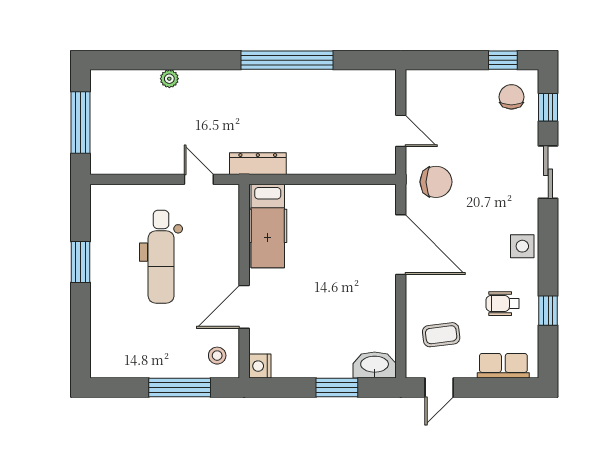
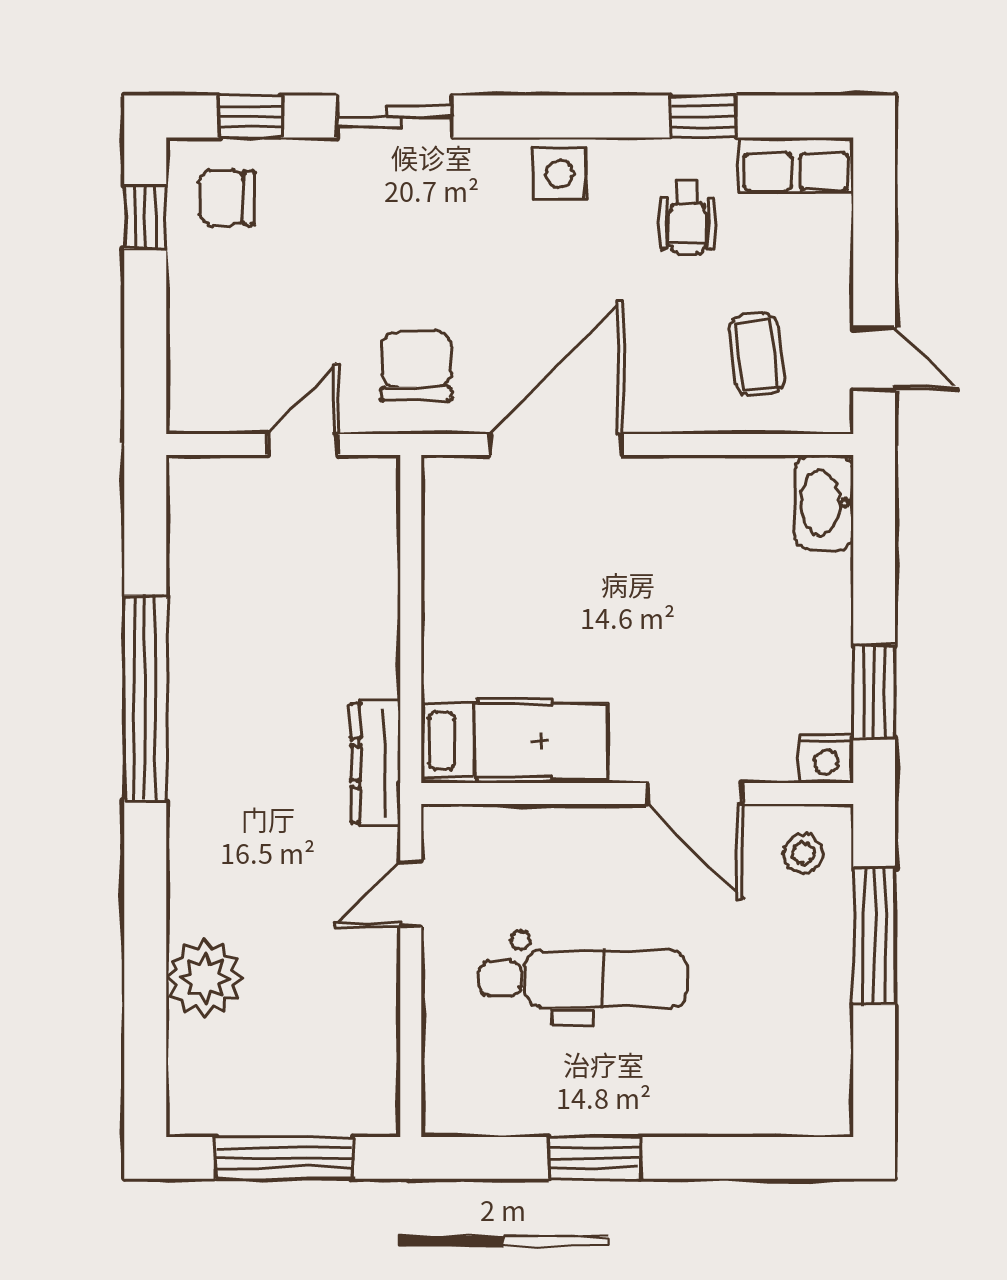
plant: (169, 79) -> (205, 978), width x1.87, depth x1.87
row of seats: (503, 366) -> (796, 165), moved, turned -90
window: (337, 387) -> (874, 692), moved

